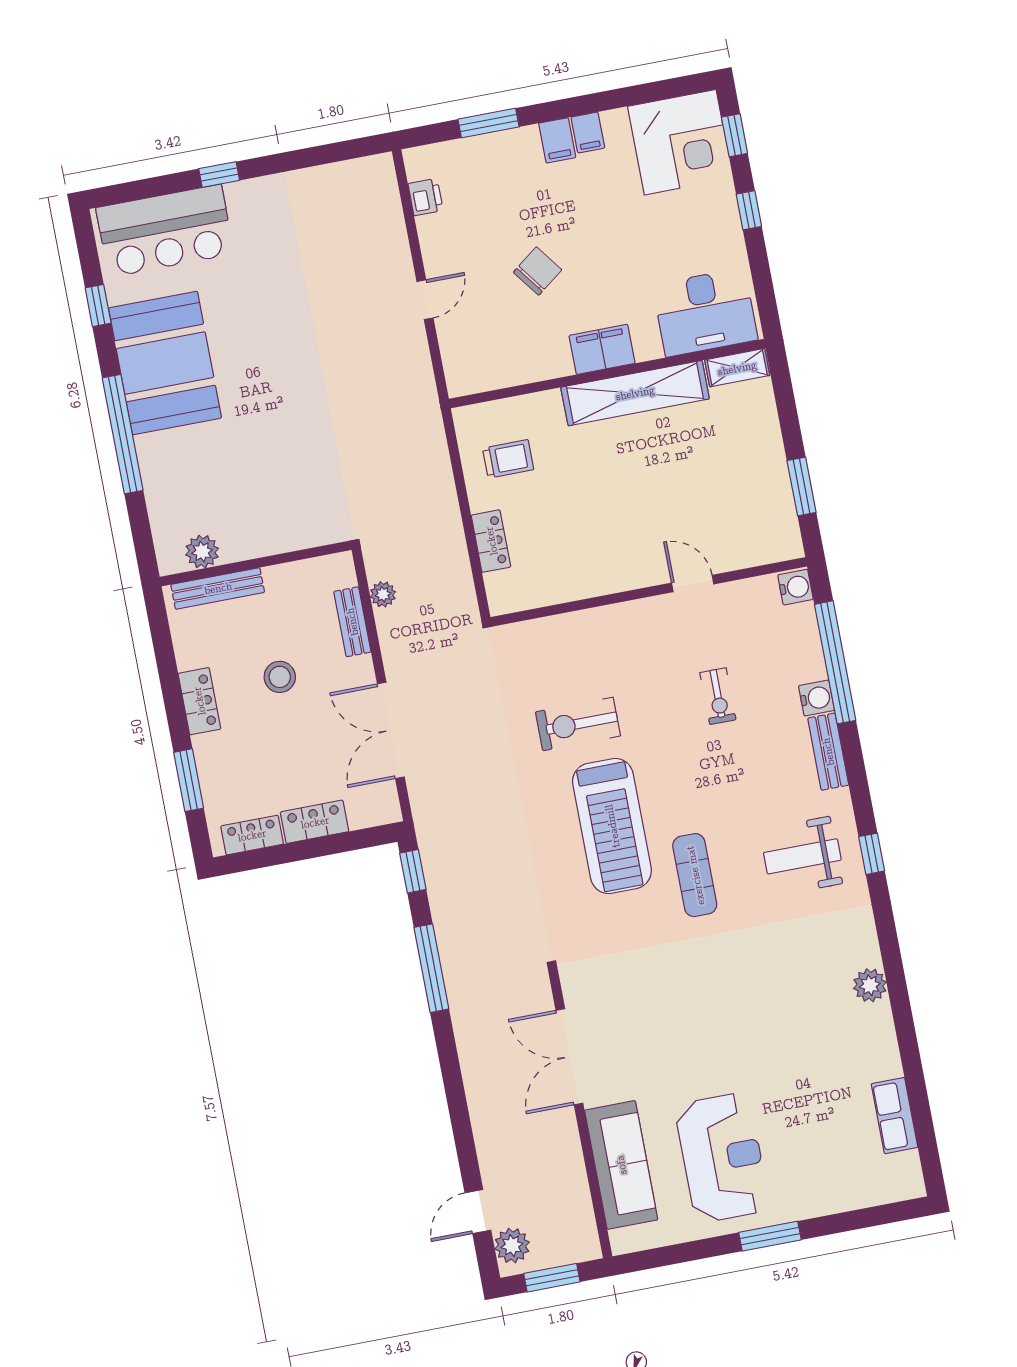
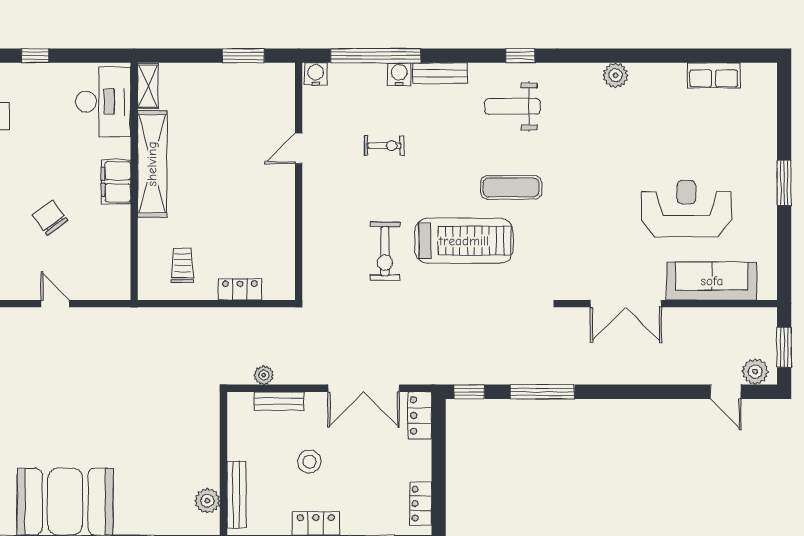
locker: (315, 822) -> (420, 415), moved
weight bench: (802, 856) -> (512, 106), turned 90
reception desk: (722, 1158) -> (686, 209), moved

